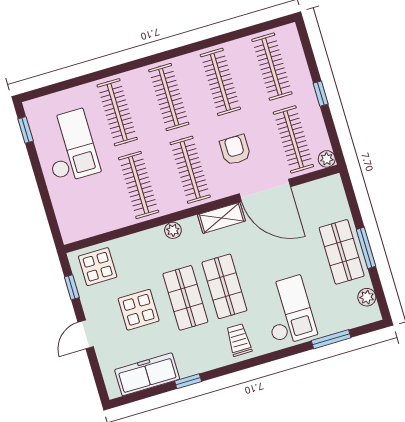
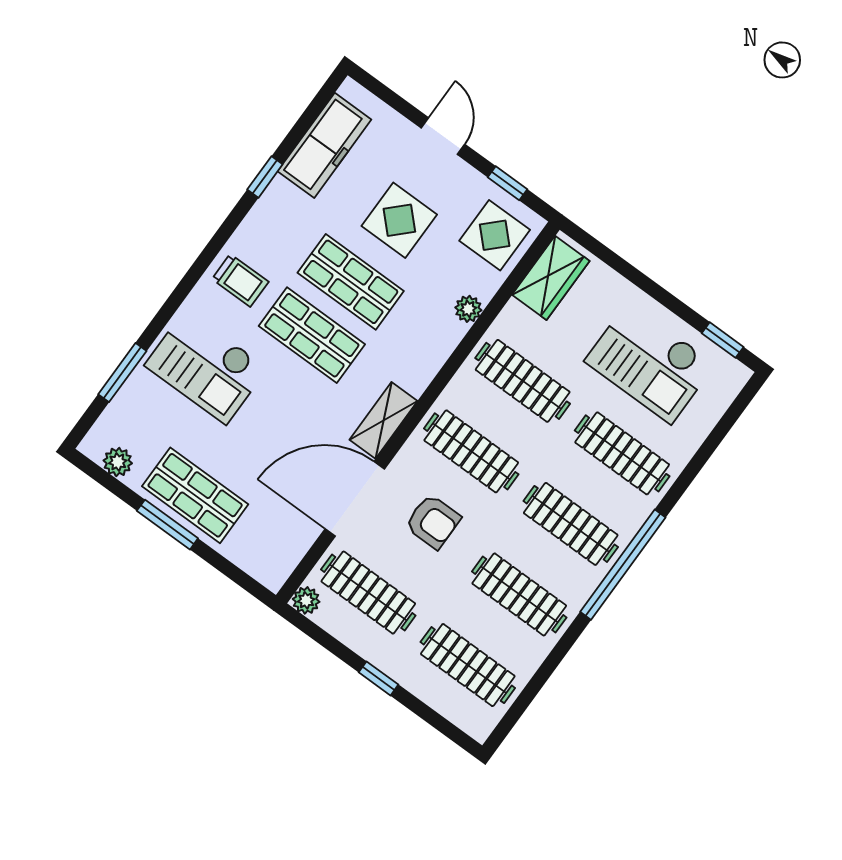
window: (159, 58) -> (623, 565), added
wardrobe: (86, 225) -> (551, 278), added
plant: (173, 230) -> (468, 309), moved

